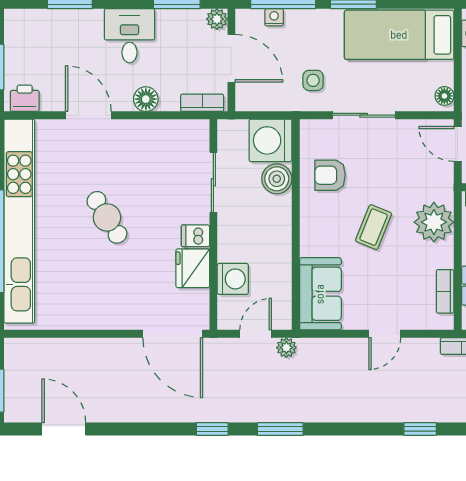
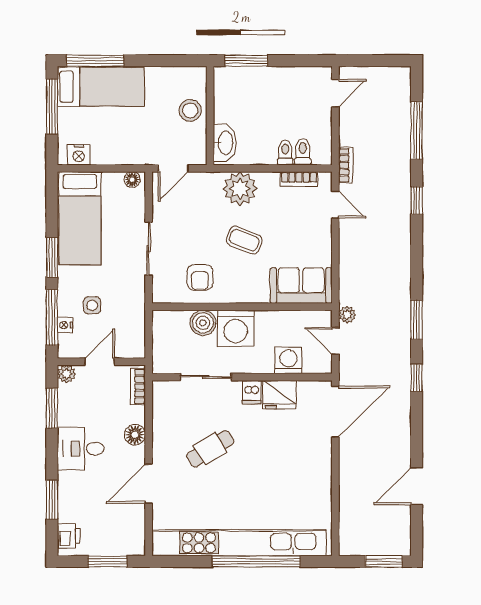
door: (231, 58) -> (100, 362), width x0.73
side table: (313, 80) -> (92, 305), moved
printer: (25, 98) -> (69, 536), moved, turned 180
washing machine: (270, 140) -> (236, 328), moved
cafe table: (107, 217) -> (210, 449), moved
door: (385, 334) -> (335, 205), moved
door: (64, 429) -> (417, 486), moved

